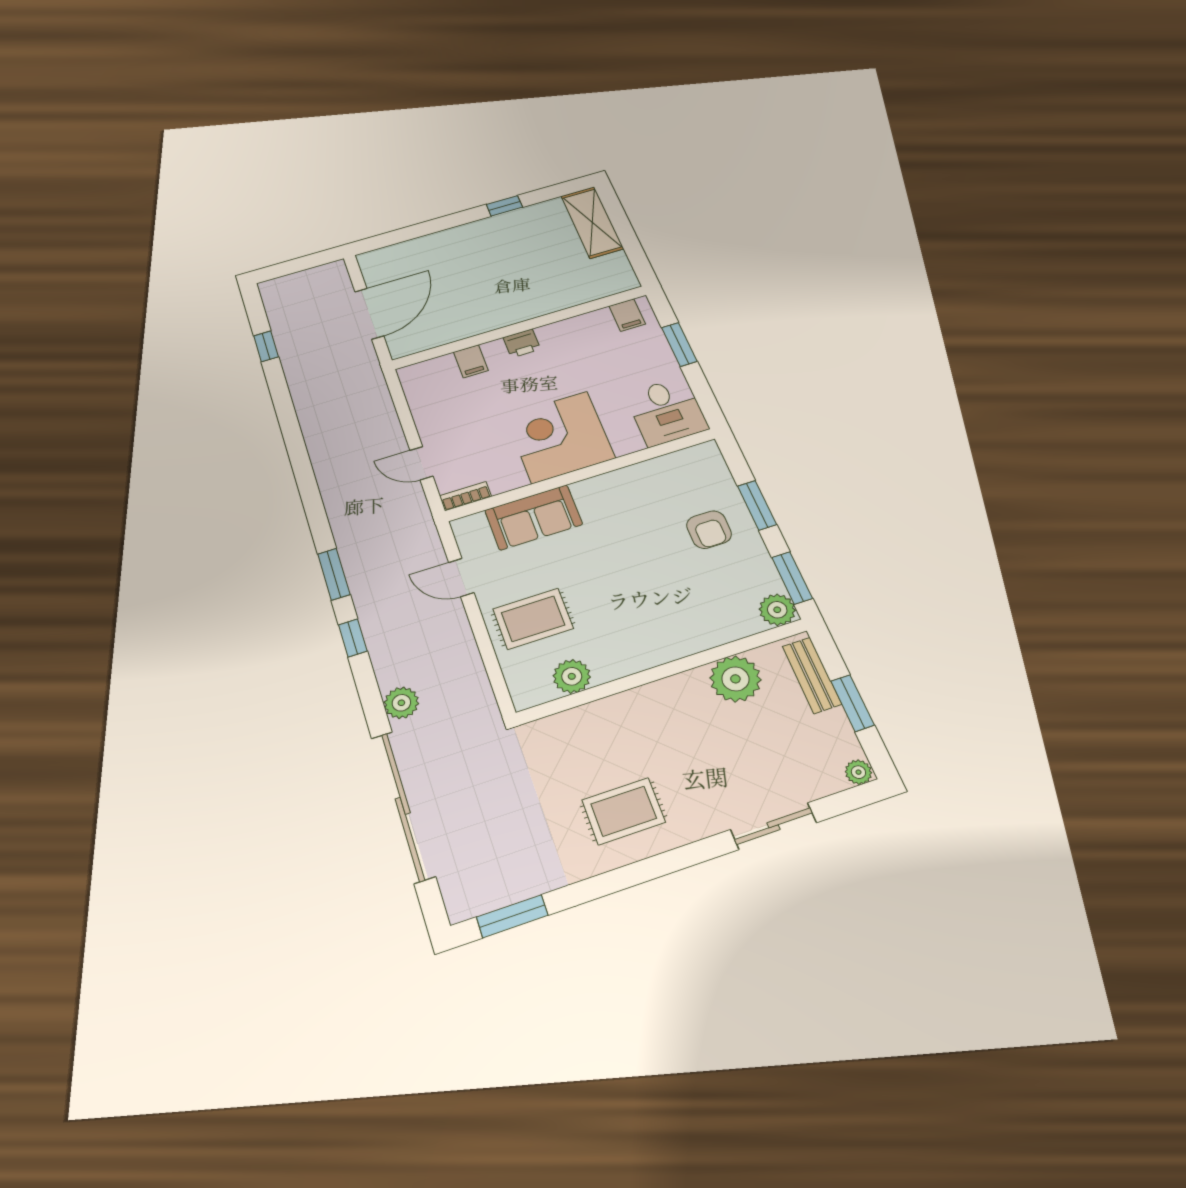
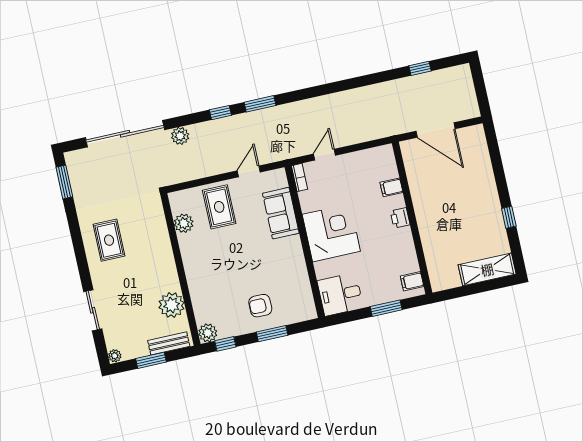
window: (792, 578) -> (225, 344), width x0.67

